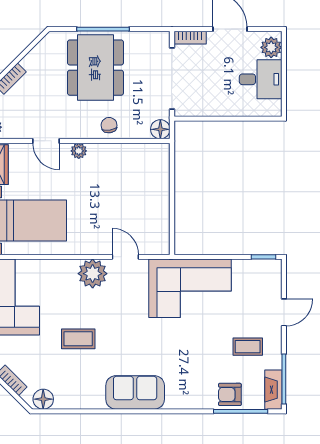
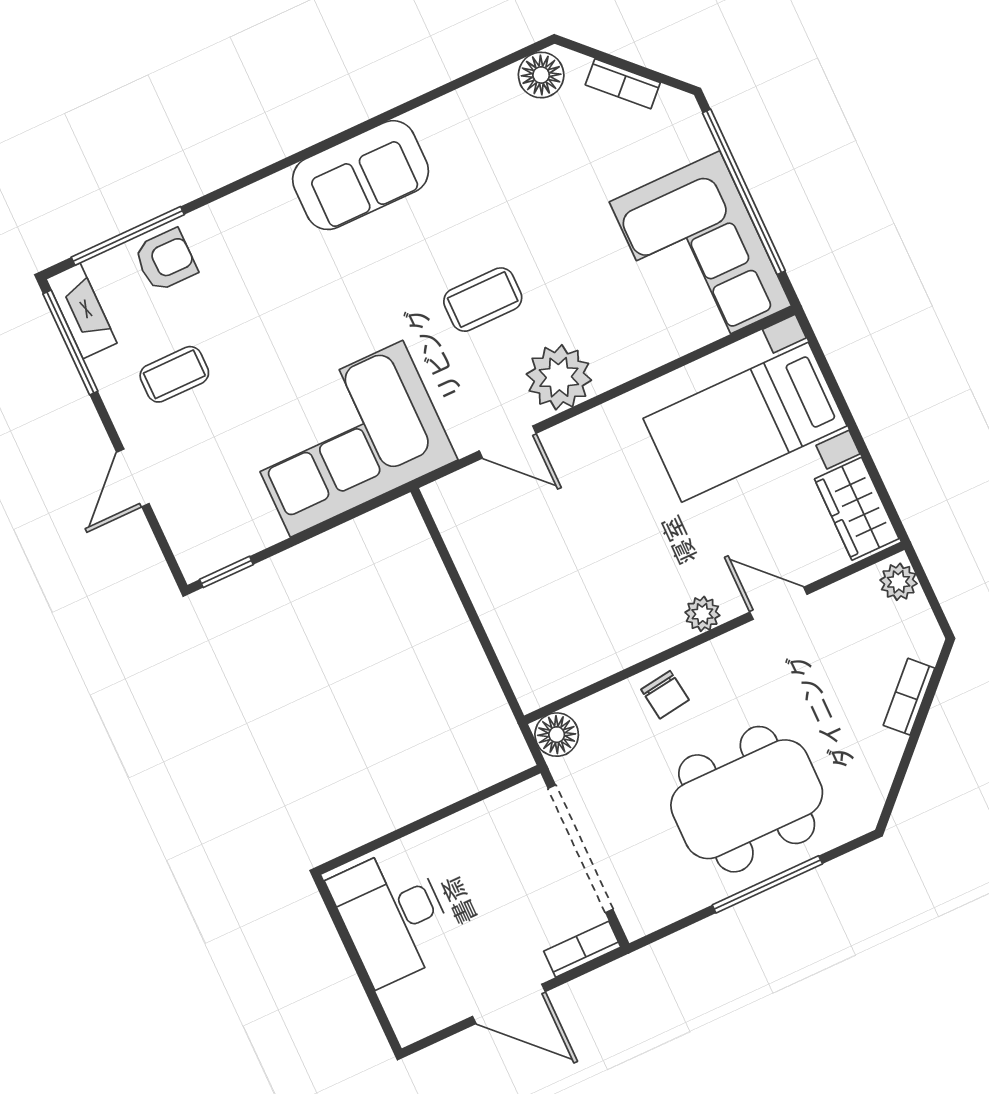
plant: (271, 47) -> (408, 1006), removed
dining table: (95, 68) -> (747, 799), turned 90
desk: (261, 79) -> (393, 916), width x1.37
coffee table: (78, 339) -> (483, 300), moved

